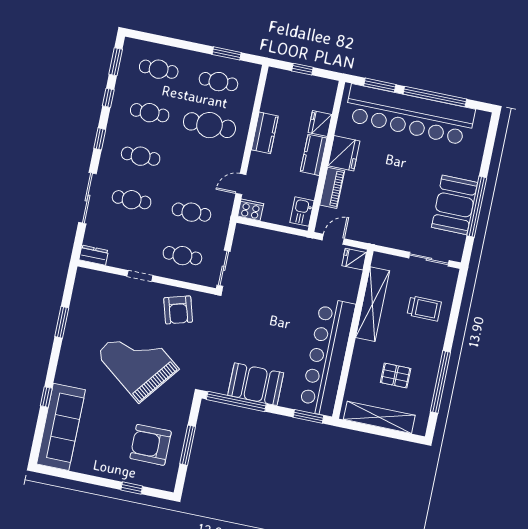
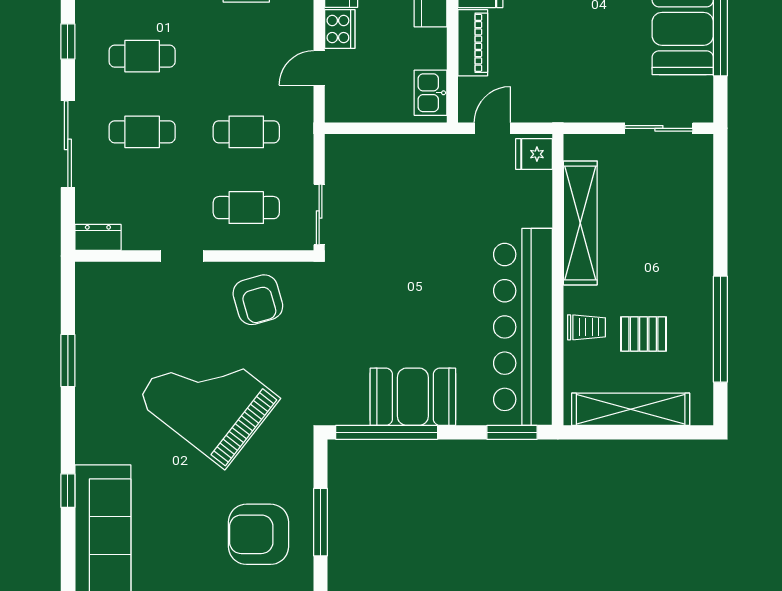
cooker: (251, 210) -> (340, 29), moved, turned 90
trolley: (424, 308) -> (586, 327), moved, width x0.73, depth x0.72

